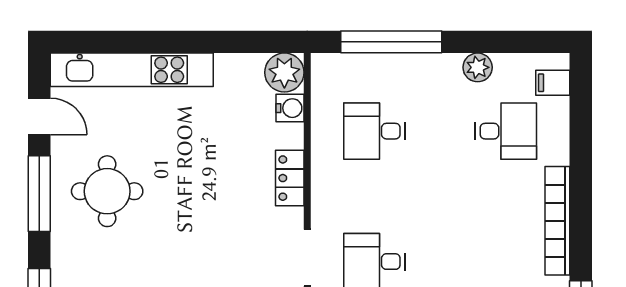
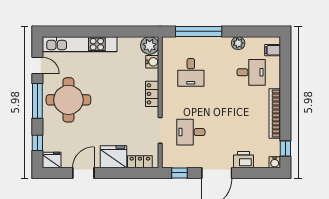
desk: (374, 131) -> (191, 72), turned -90
round table: (107, 191) -> (68, 100), width x1.36, depth x1.36

